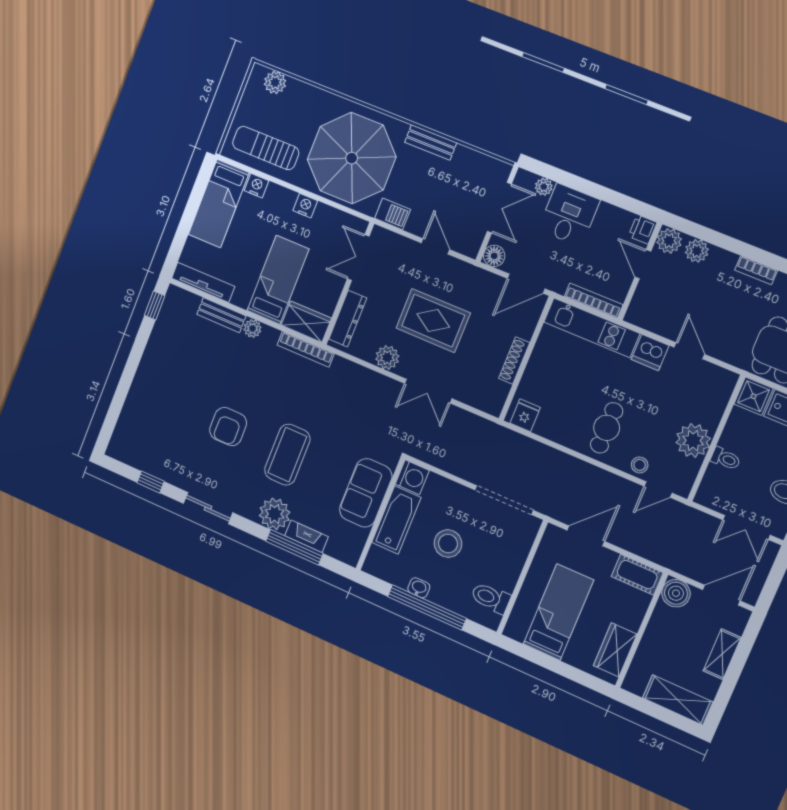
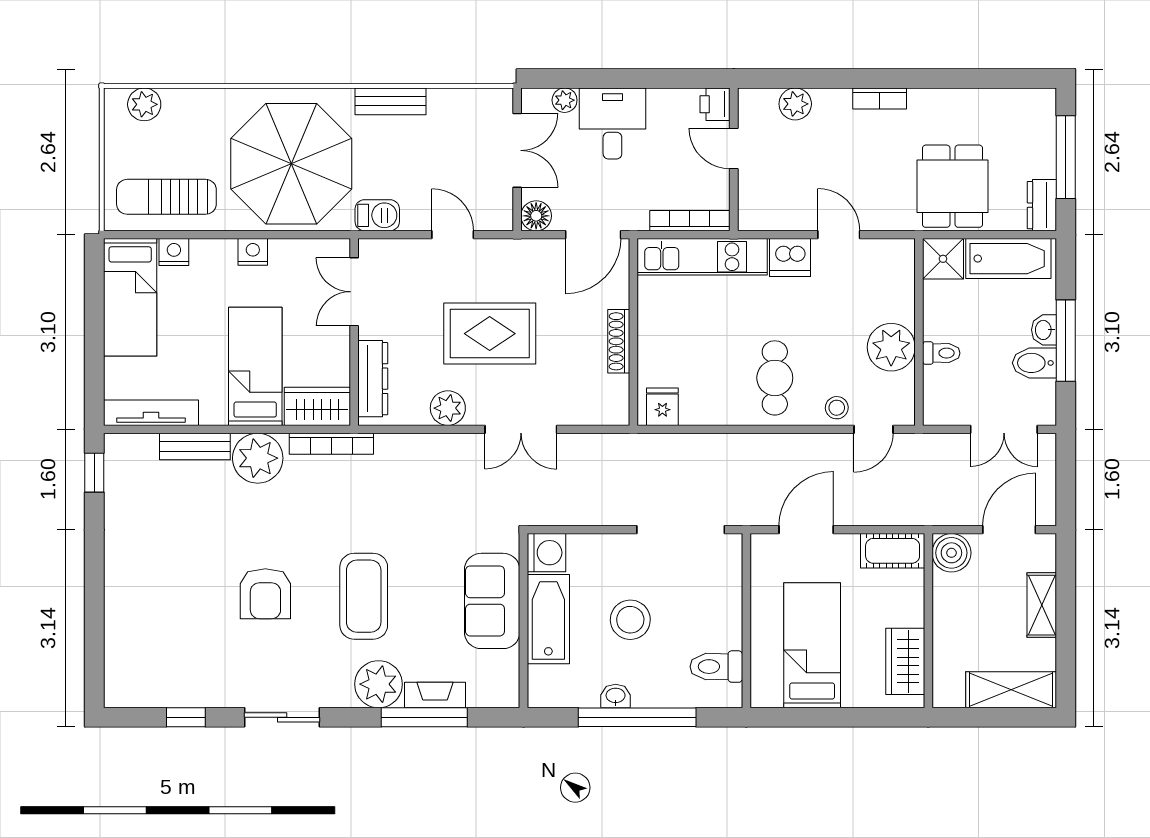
plant: (669, 241) -> (755, 105), removed
plant: (252, 328) -> (258, 458), width x1.87, depth x1.87

